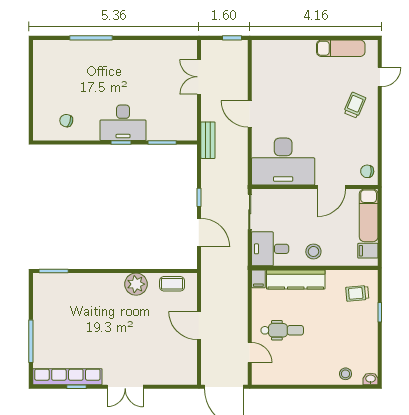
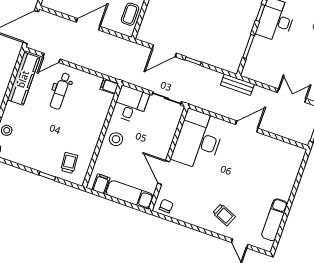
kitchen counter: (296, 280) -> (23, 79), moved, turned 180

